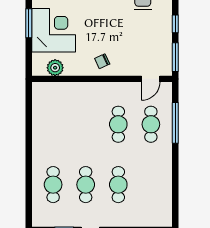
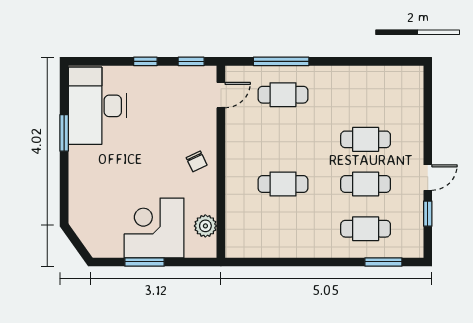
window: (175, 57) -> (191, 61), width x0.67
door: (151, 79) -> (221, 95), hinge flipped
cafe table: (118, 124) -> (283, 184), moved
window: (29, 198) -> (383, 262), added

